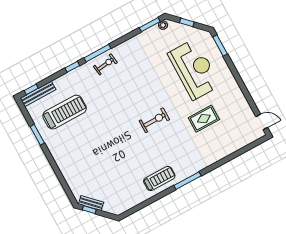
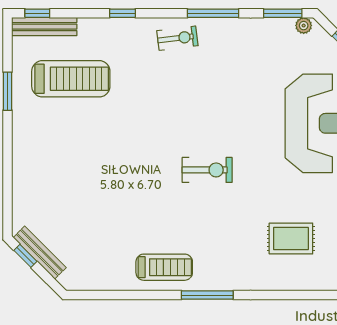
window: (97, 53) -> (213, 13), moved
rug: (204, 119) -> (291, 239), moved
bench: (91, 203) -> (40, 253), width x1.36

